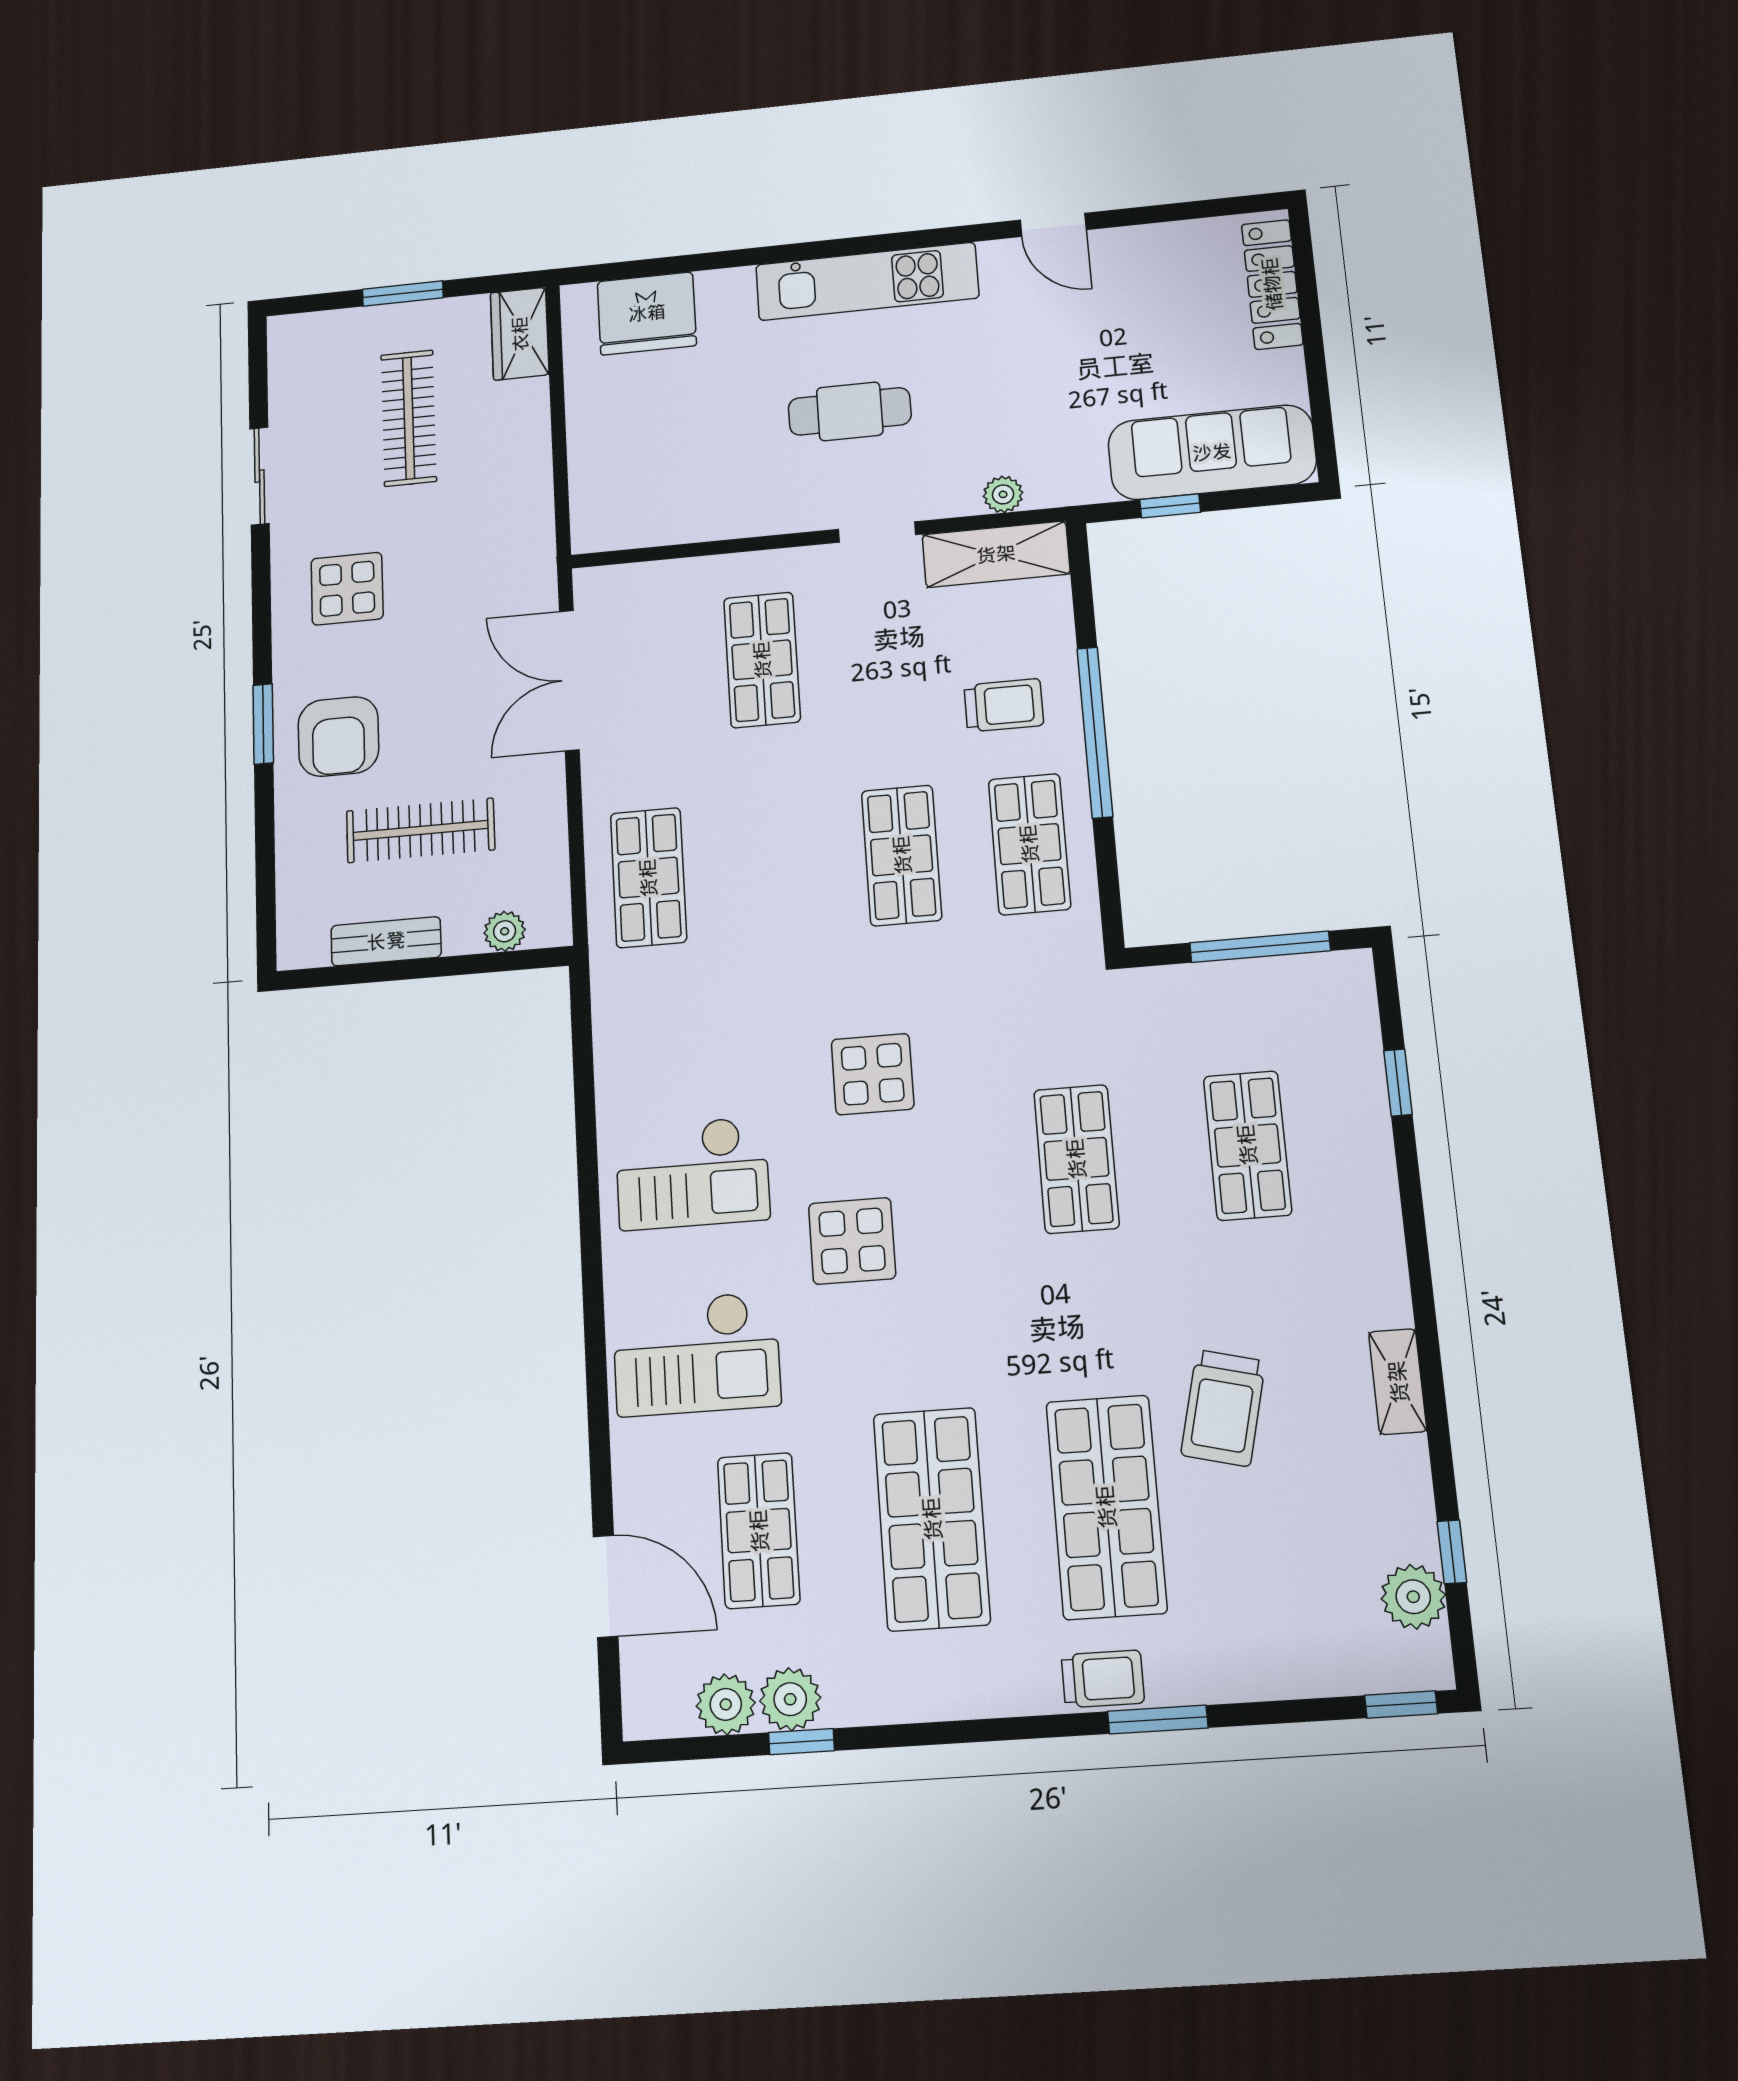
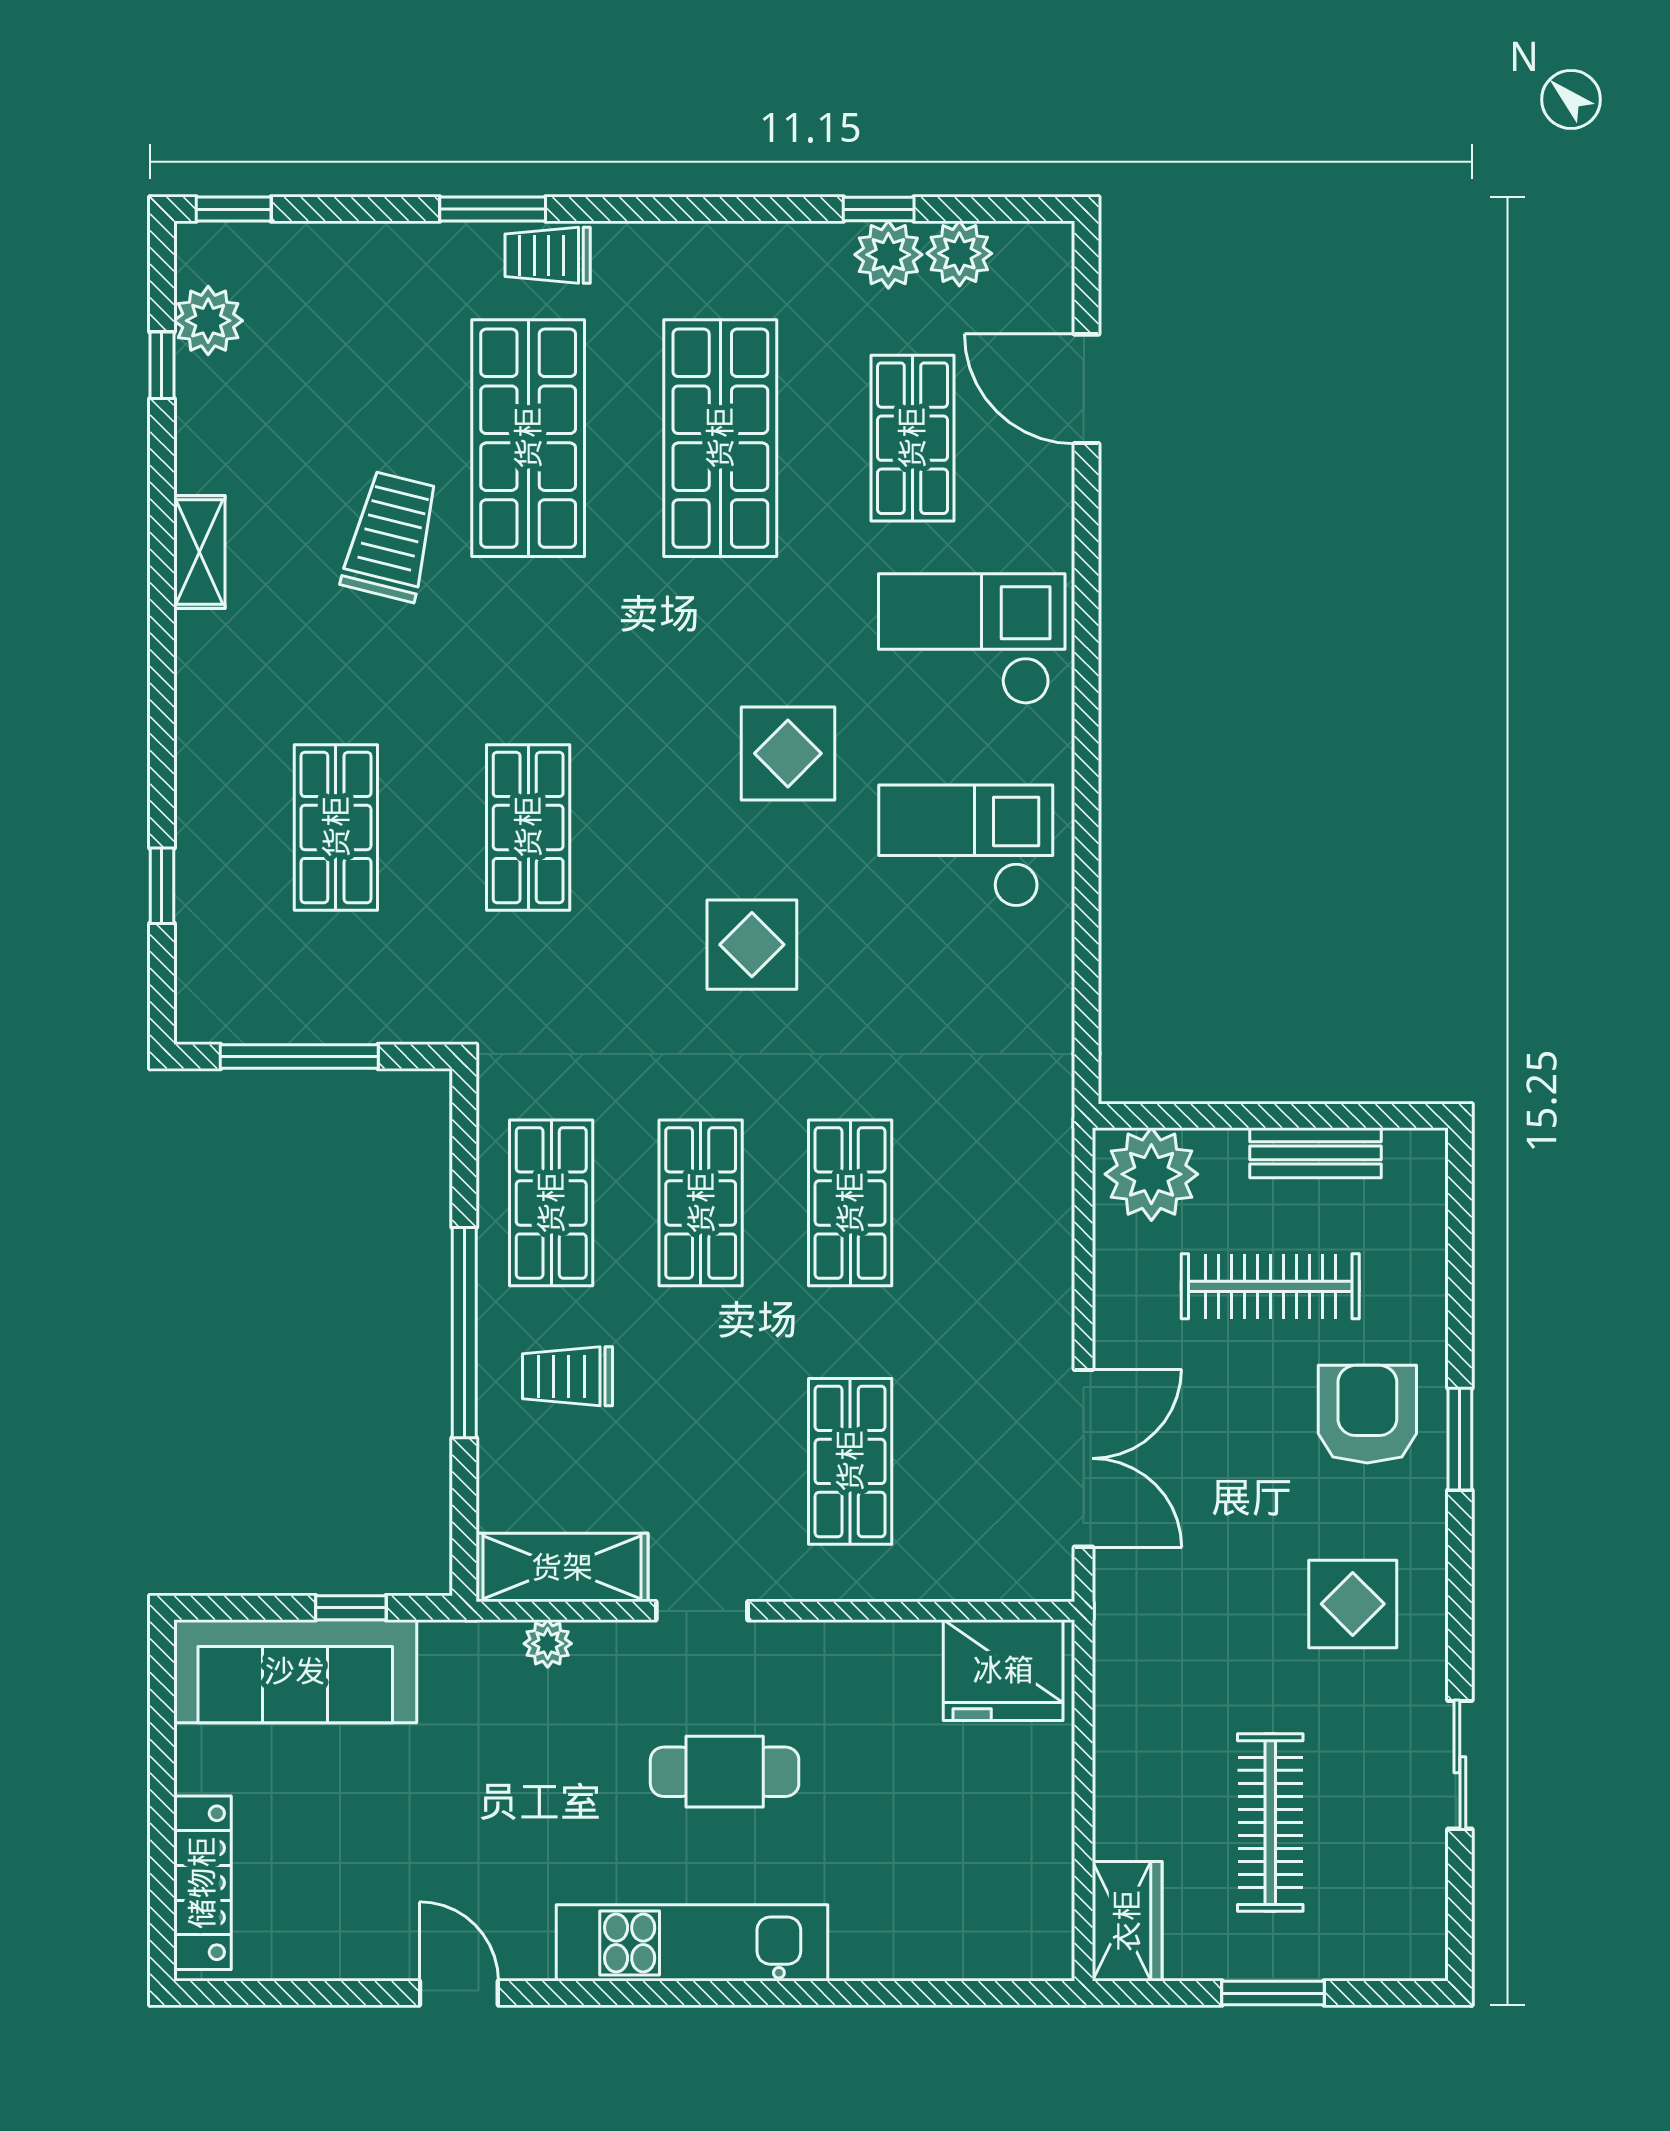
fridge: (647, 313) -> (1003, 1670), moved, turned 180
shop shelf: (648, 878) -> (850, 1203), moved
plant: (505, 931) -> (1151, 1174), width x1.87, depth x1.87

